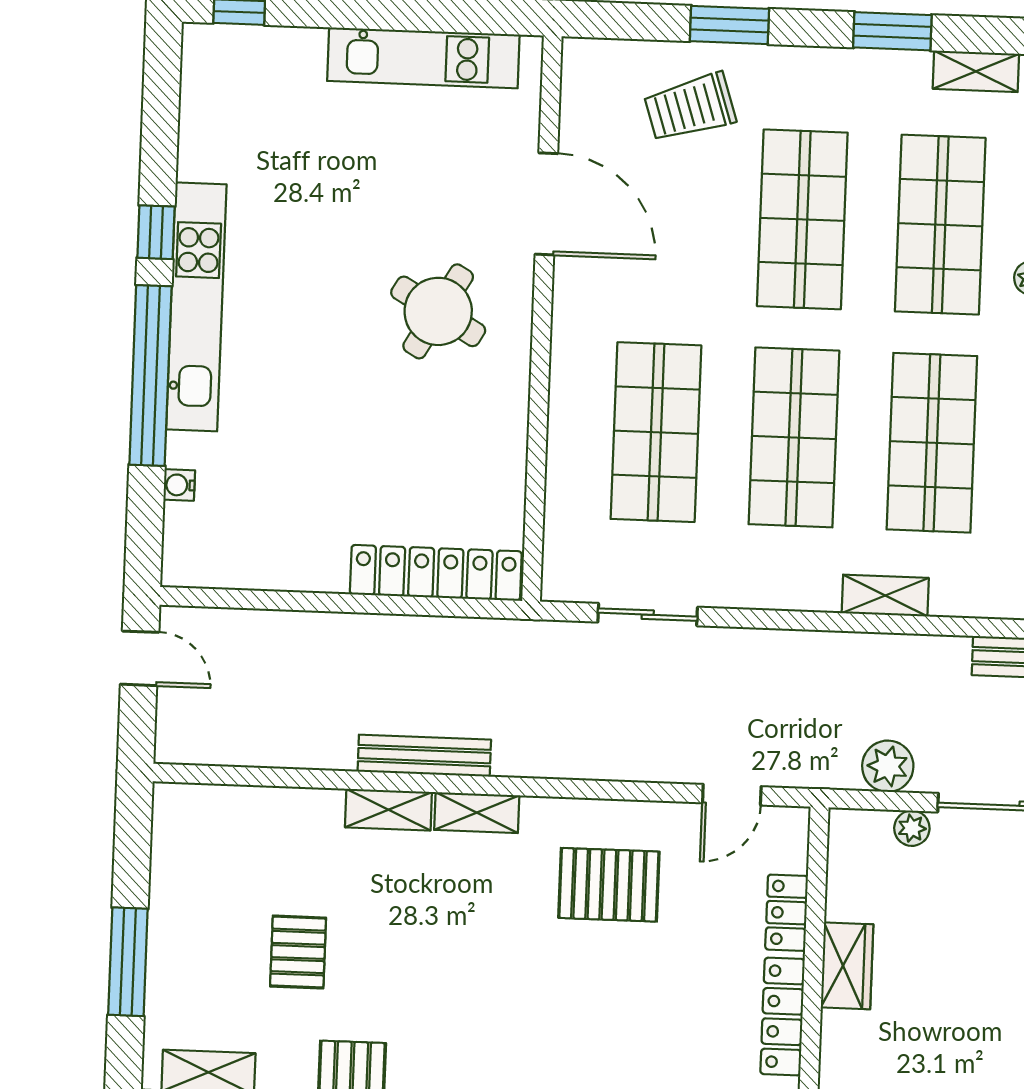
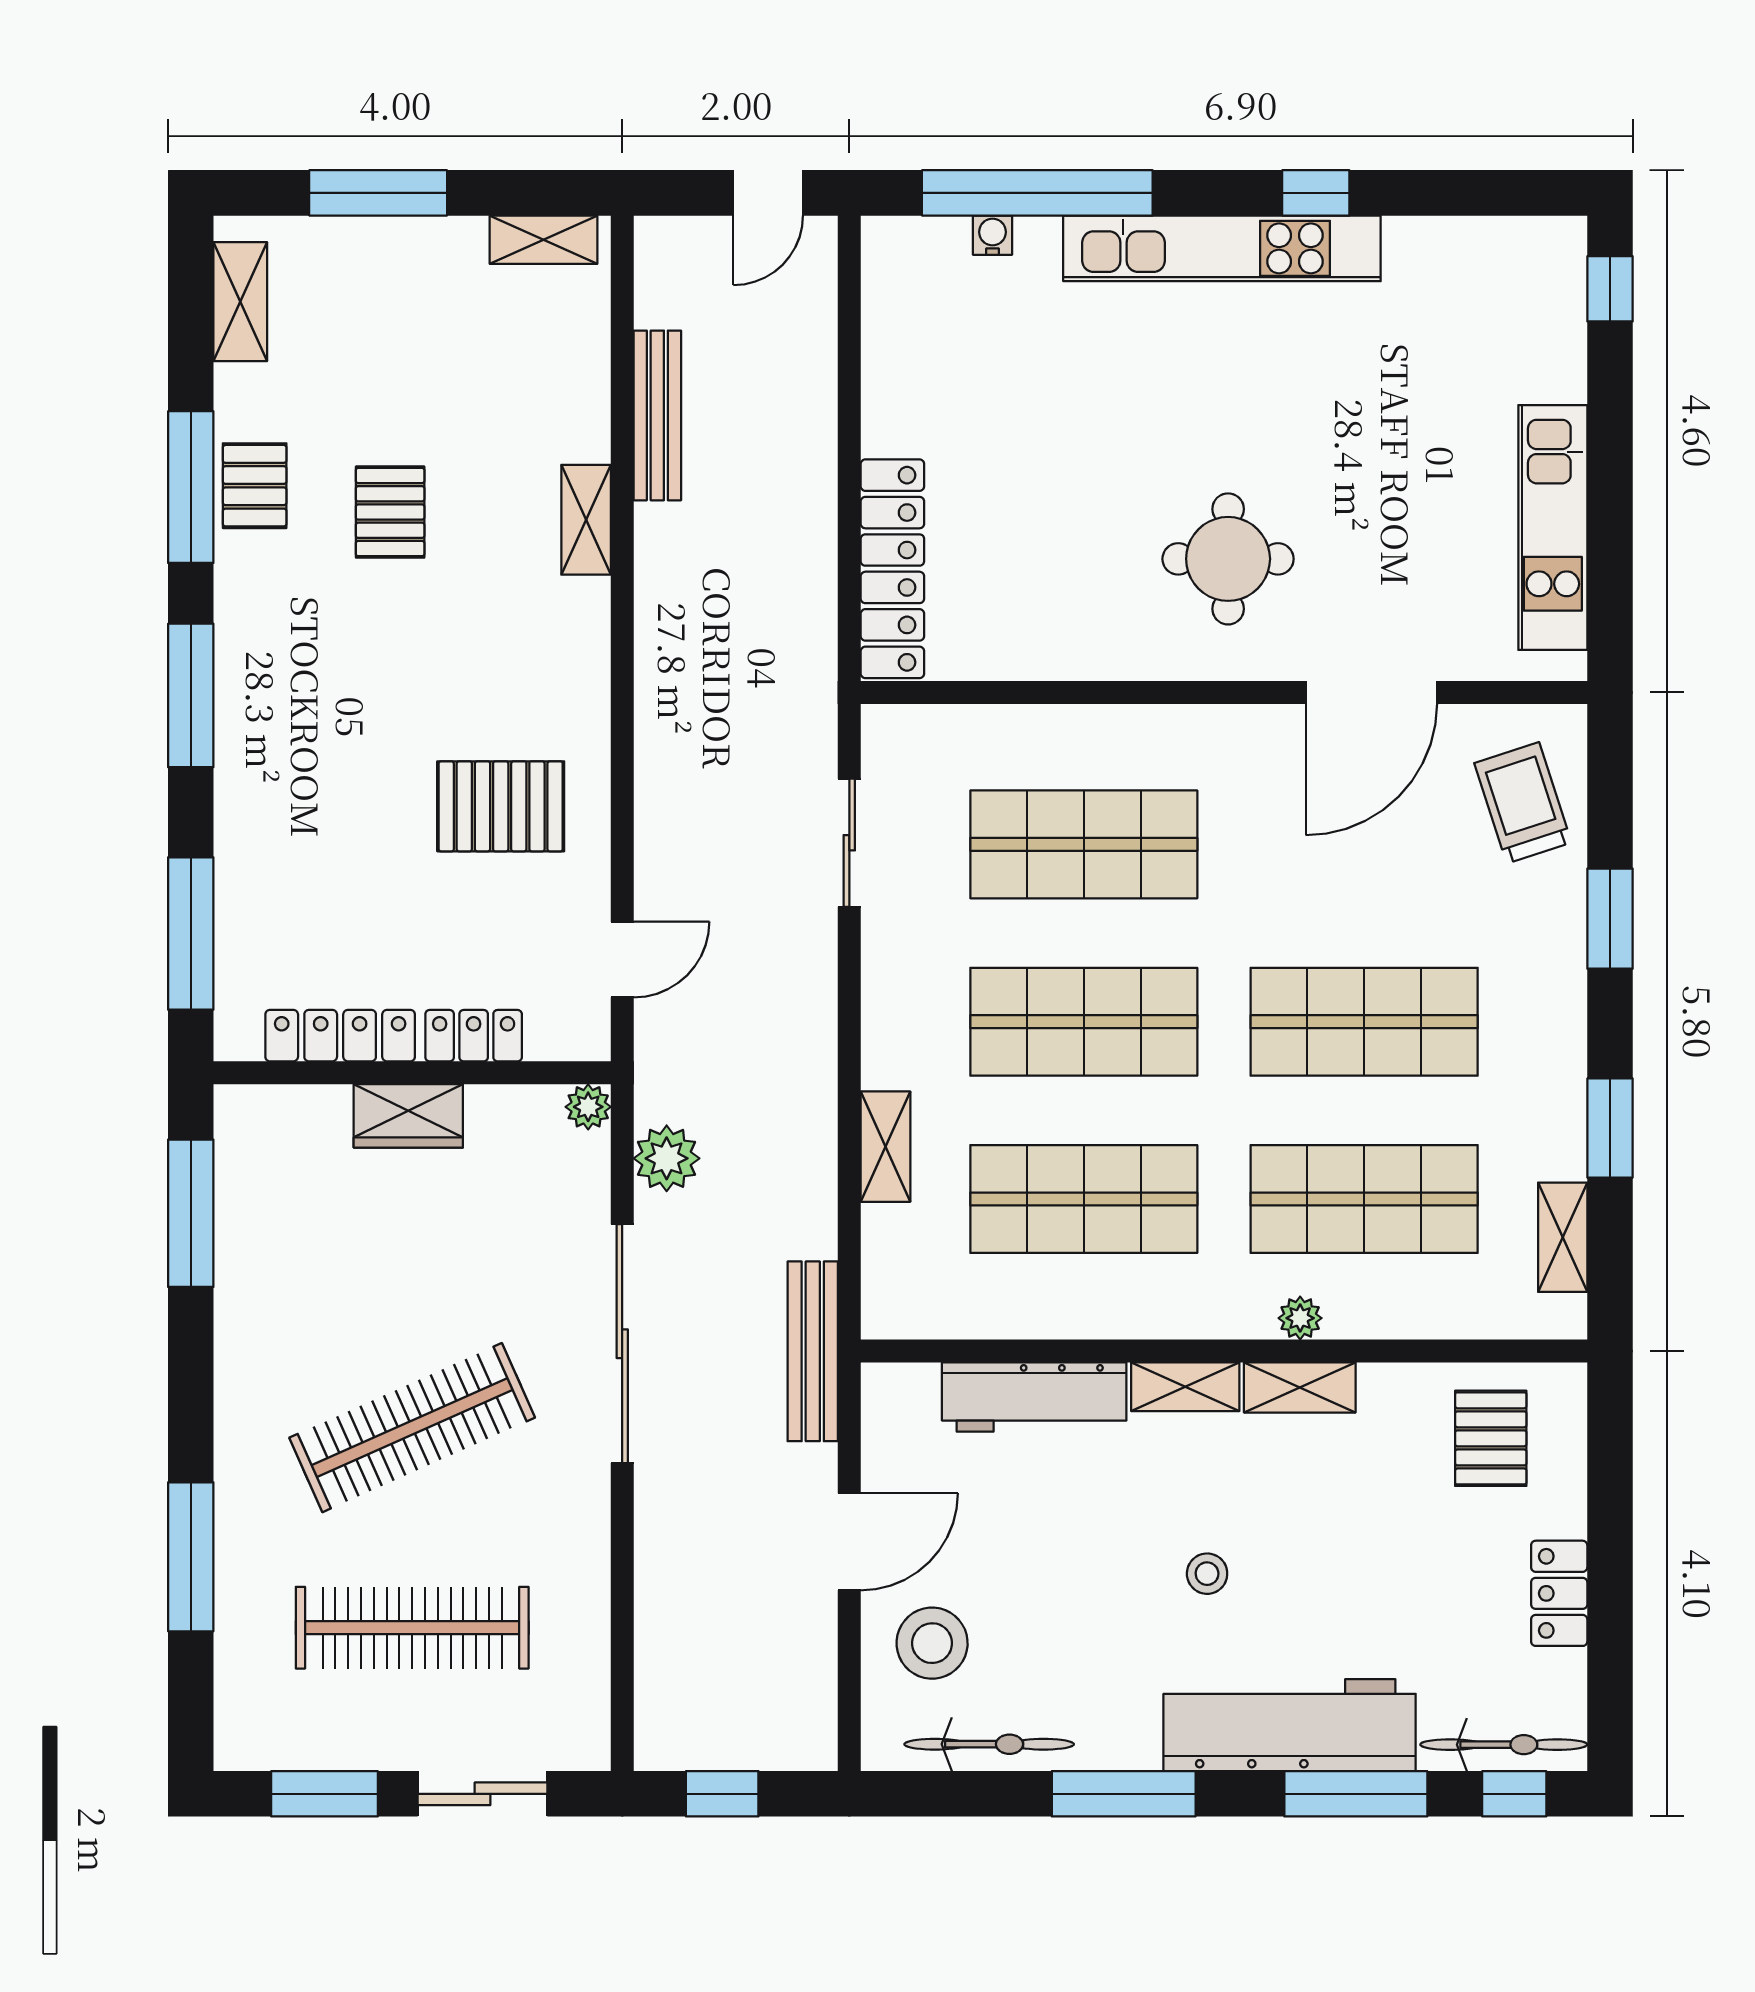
trolley: (690, 107) -> (1523, 803), moved
round table: (438, 311) -> (1228, 559), turned -30
window: (150, 376) -> (1037, 193), moved
bench: (424, 756) -> (657, 415), moved
door: (732, 795) -> (622, 960), swing flipped
shelving: (477, 813) -> (544, 240), moved, turned 90
plant: (912, 828) -> (588, 1107), moved
pallet: (609, 885) -> (501, 806), turned 90
pallet: (298, 952) -> (390, 512), moved, turned 90

